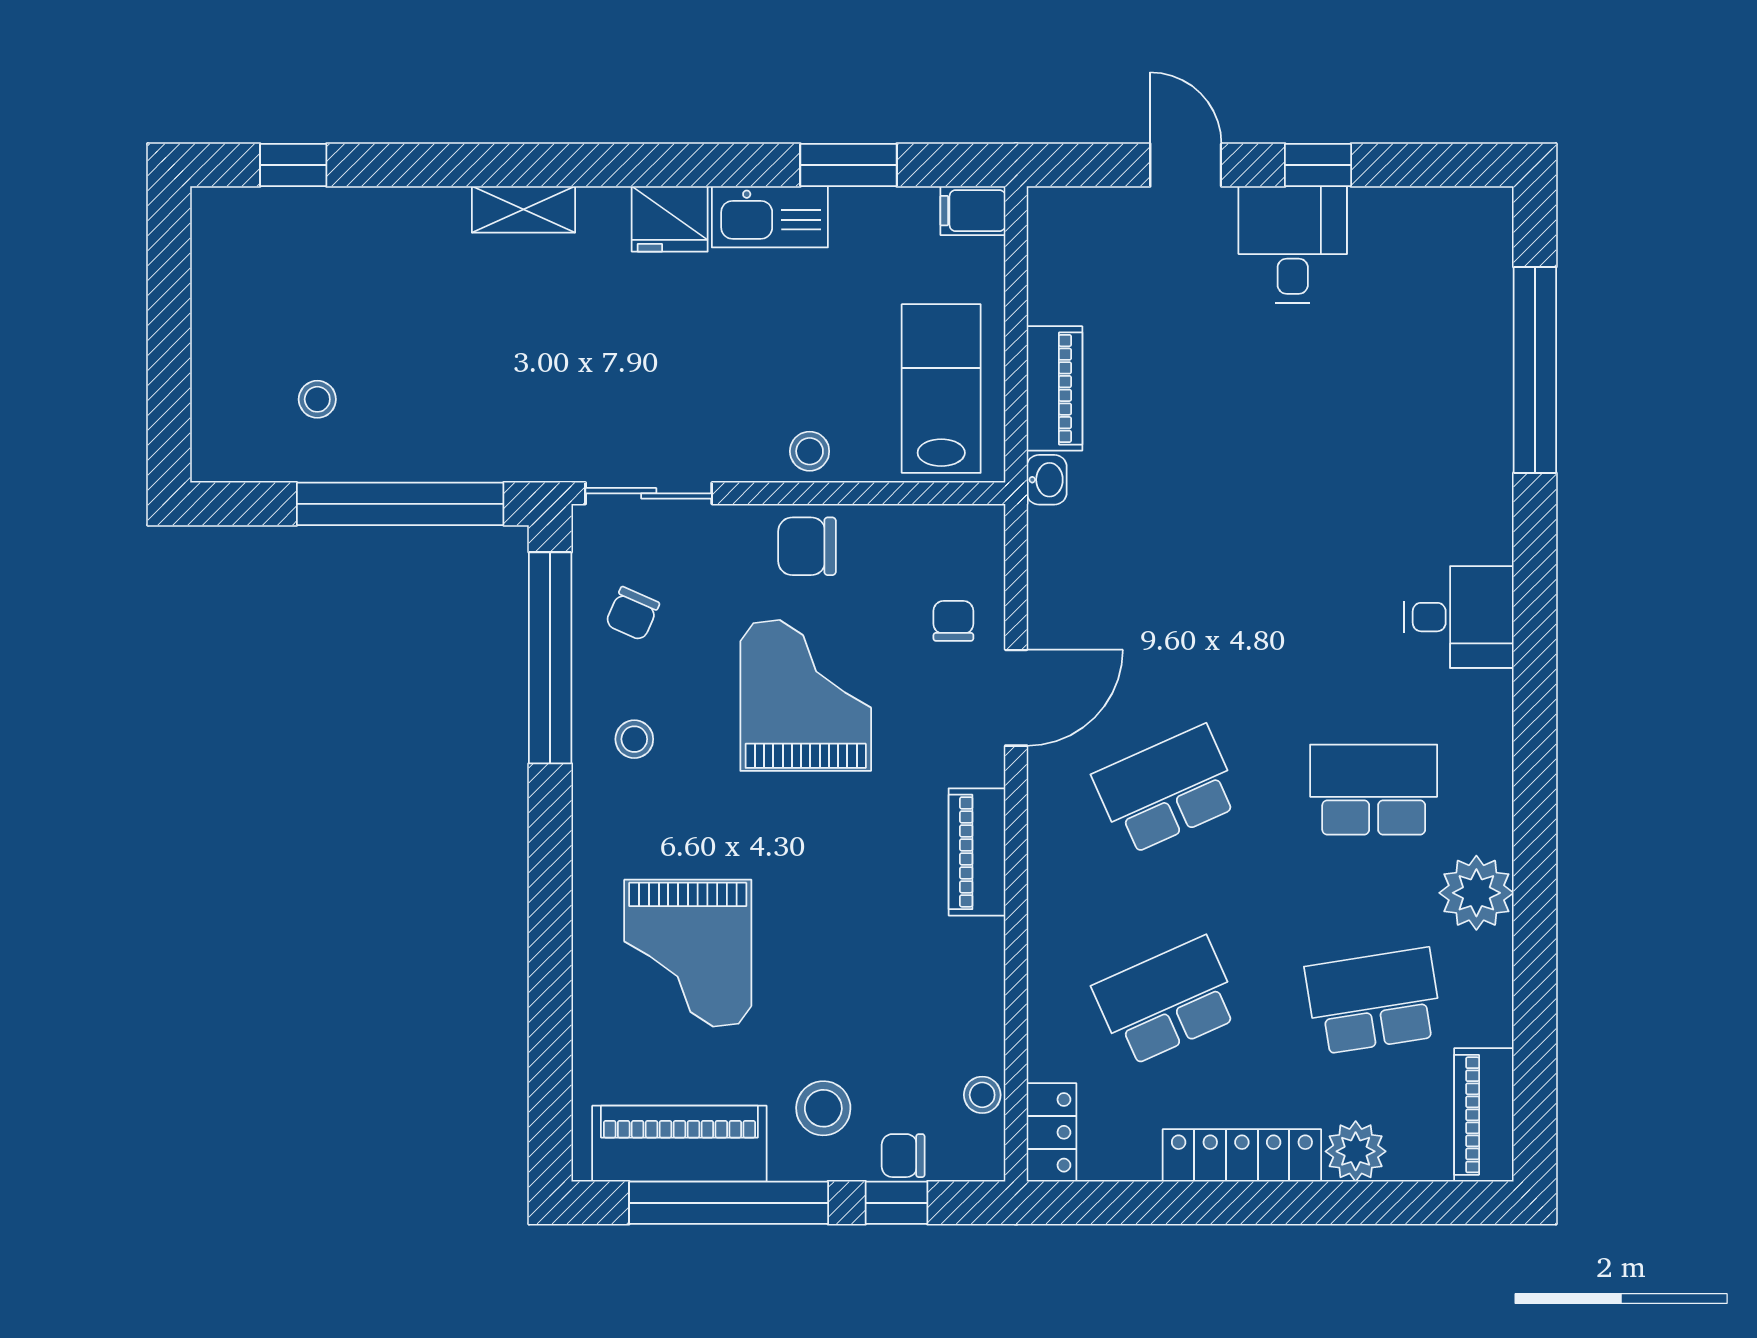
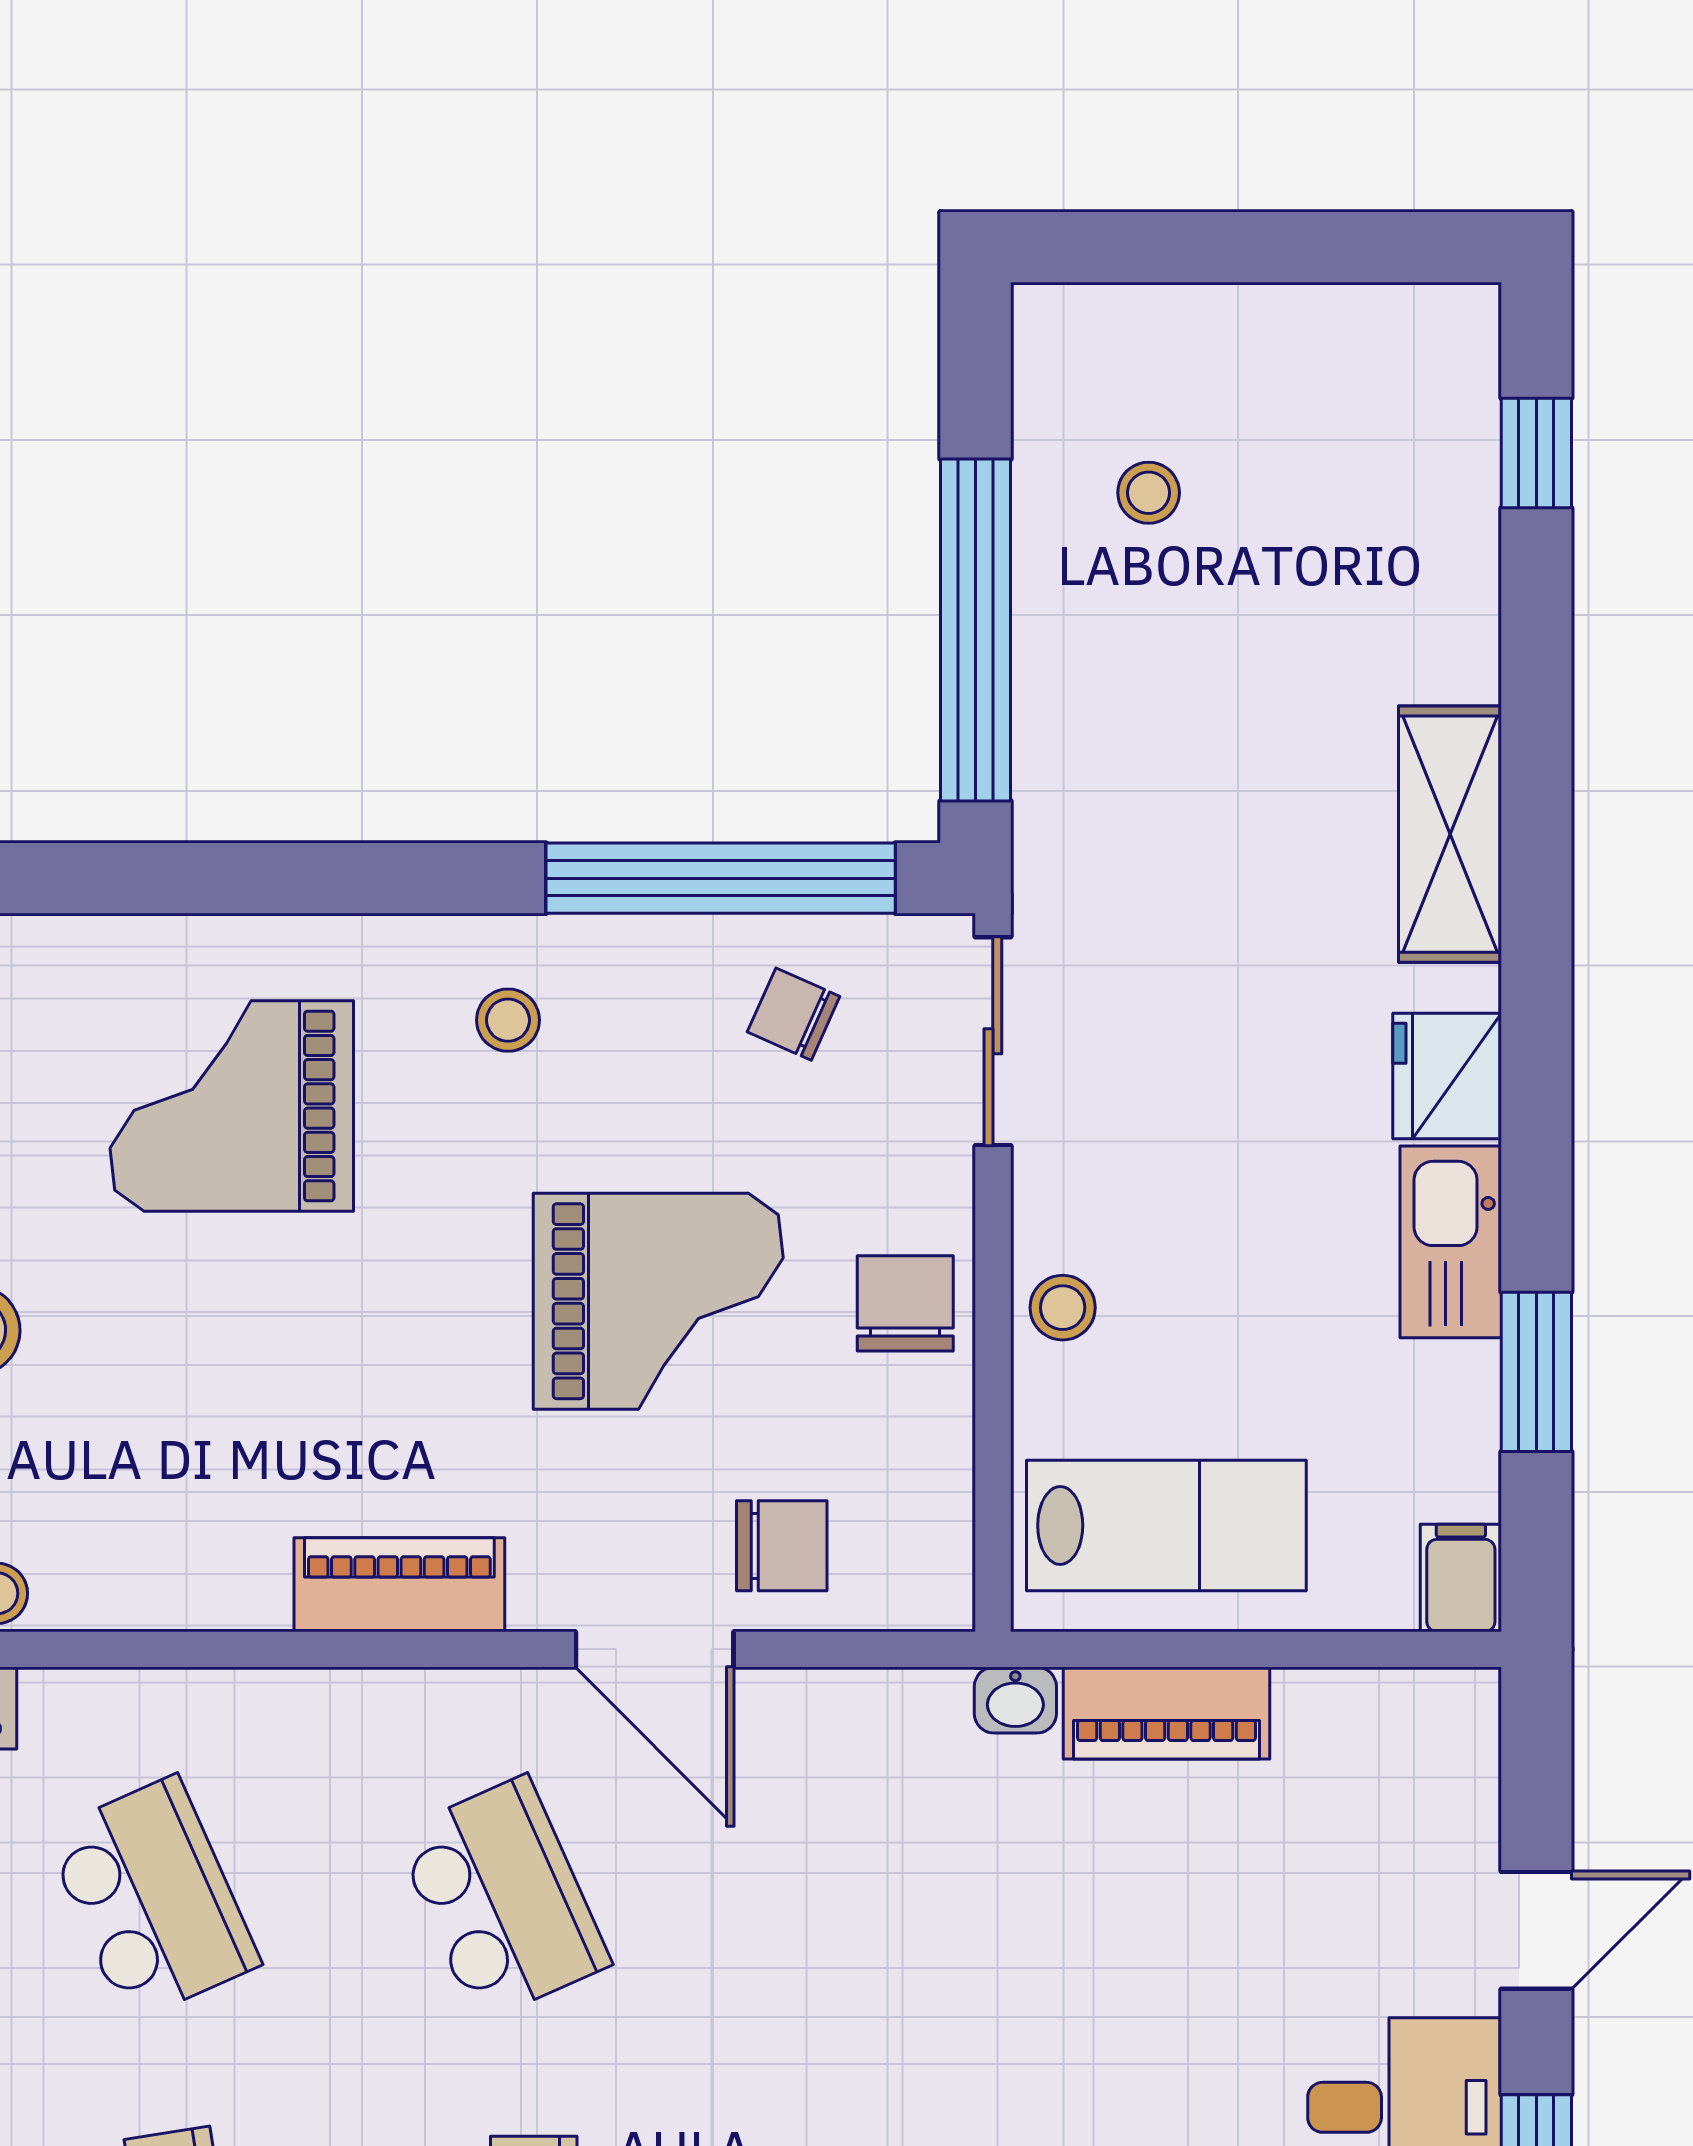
shelving: (524, 209) -> (1450, 834), width x1.50, depth x1.33
chair: (953, 621) -> (782, 1546), width x1.37, depth x1.37
stool: (634, 739) -> (508, 1020), moved

